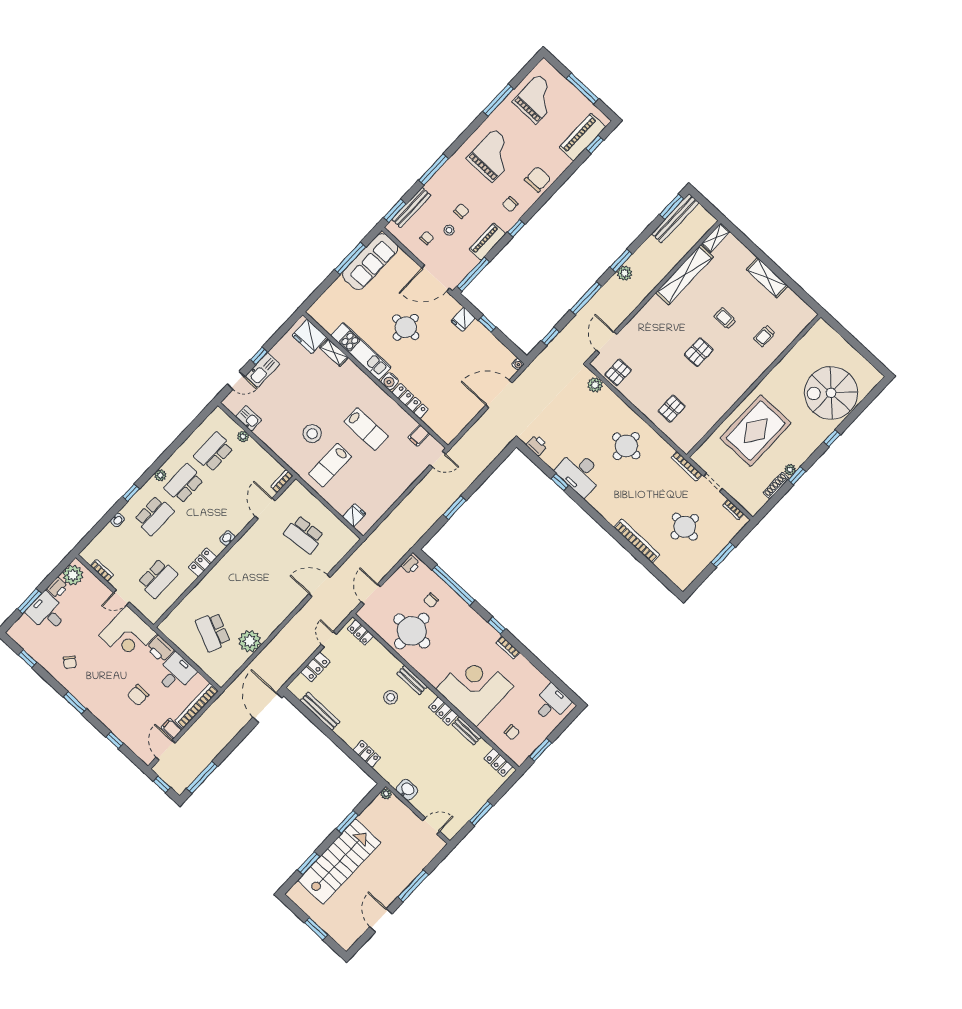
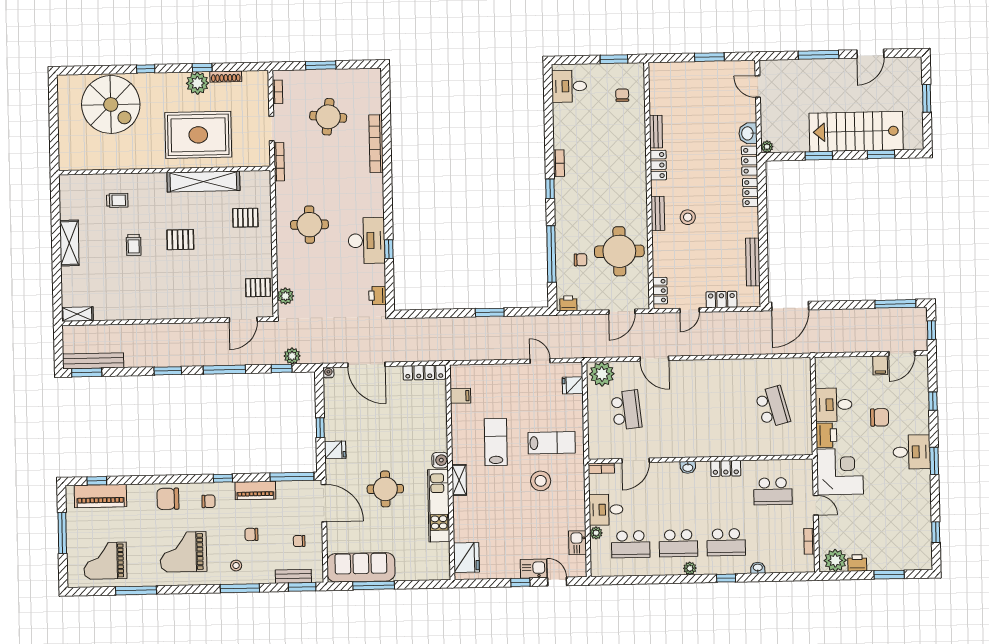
bench: (411, 207) -> (293, 576), width x0.73
stool: (449, 230) -> (236, 566), moved
plant: (625, 273) -> (292, 356), moved
shelving: (684, 275) -> (203, 181), moved
shelving: (334, 352) -> (459, 480), moved
kitchen sink: (263, 370) -> (534, 569), width x0.73
locker: (410, 401) -> (424, 373), moved, turned -90
desk: (252, 458) -> (606, 510), added
door: (438, 459) -> (540, 361), moved
plant: (790, 470) -> (197, 83), width x1.87, depth x1.87
school desk: (154, 515) -> (726, 542), turned 180
school desk: (158, 578) -> (773, 491), turned 180
desk: (47, 612) -> (912, 452), moved, turned -90
school desk: (213, 632) -> (773, 407), turned -39
plant: (250, 641) -> (602, 374), moved
chair: (70, 662) -> (906, 496), removed
corner desk: (475, 688) -> (616, 158), removed
bookcase: (197, 706) -> (843, 363), removed
locker: (498, 763) -> (750, 161), moved, turned 180

